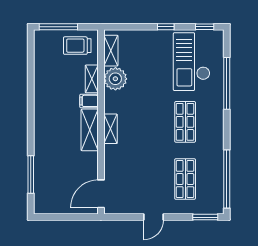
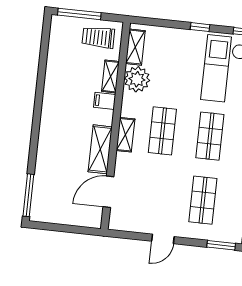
shop shelf: (143, 122) -> (162, 131), added
shelving: (90, 130) -> (100, 149), moved
window: (31, 175) -> (28, 195), moved
door: (101, 194) -> (108, 192), moved

